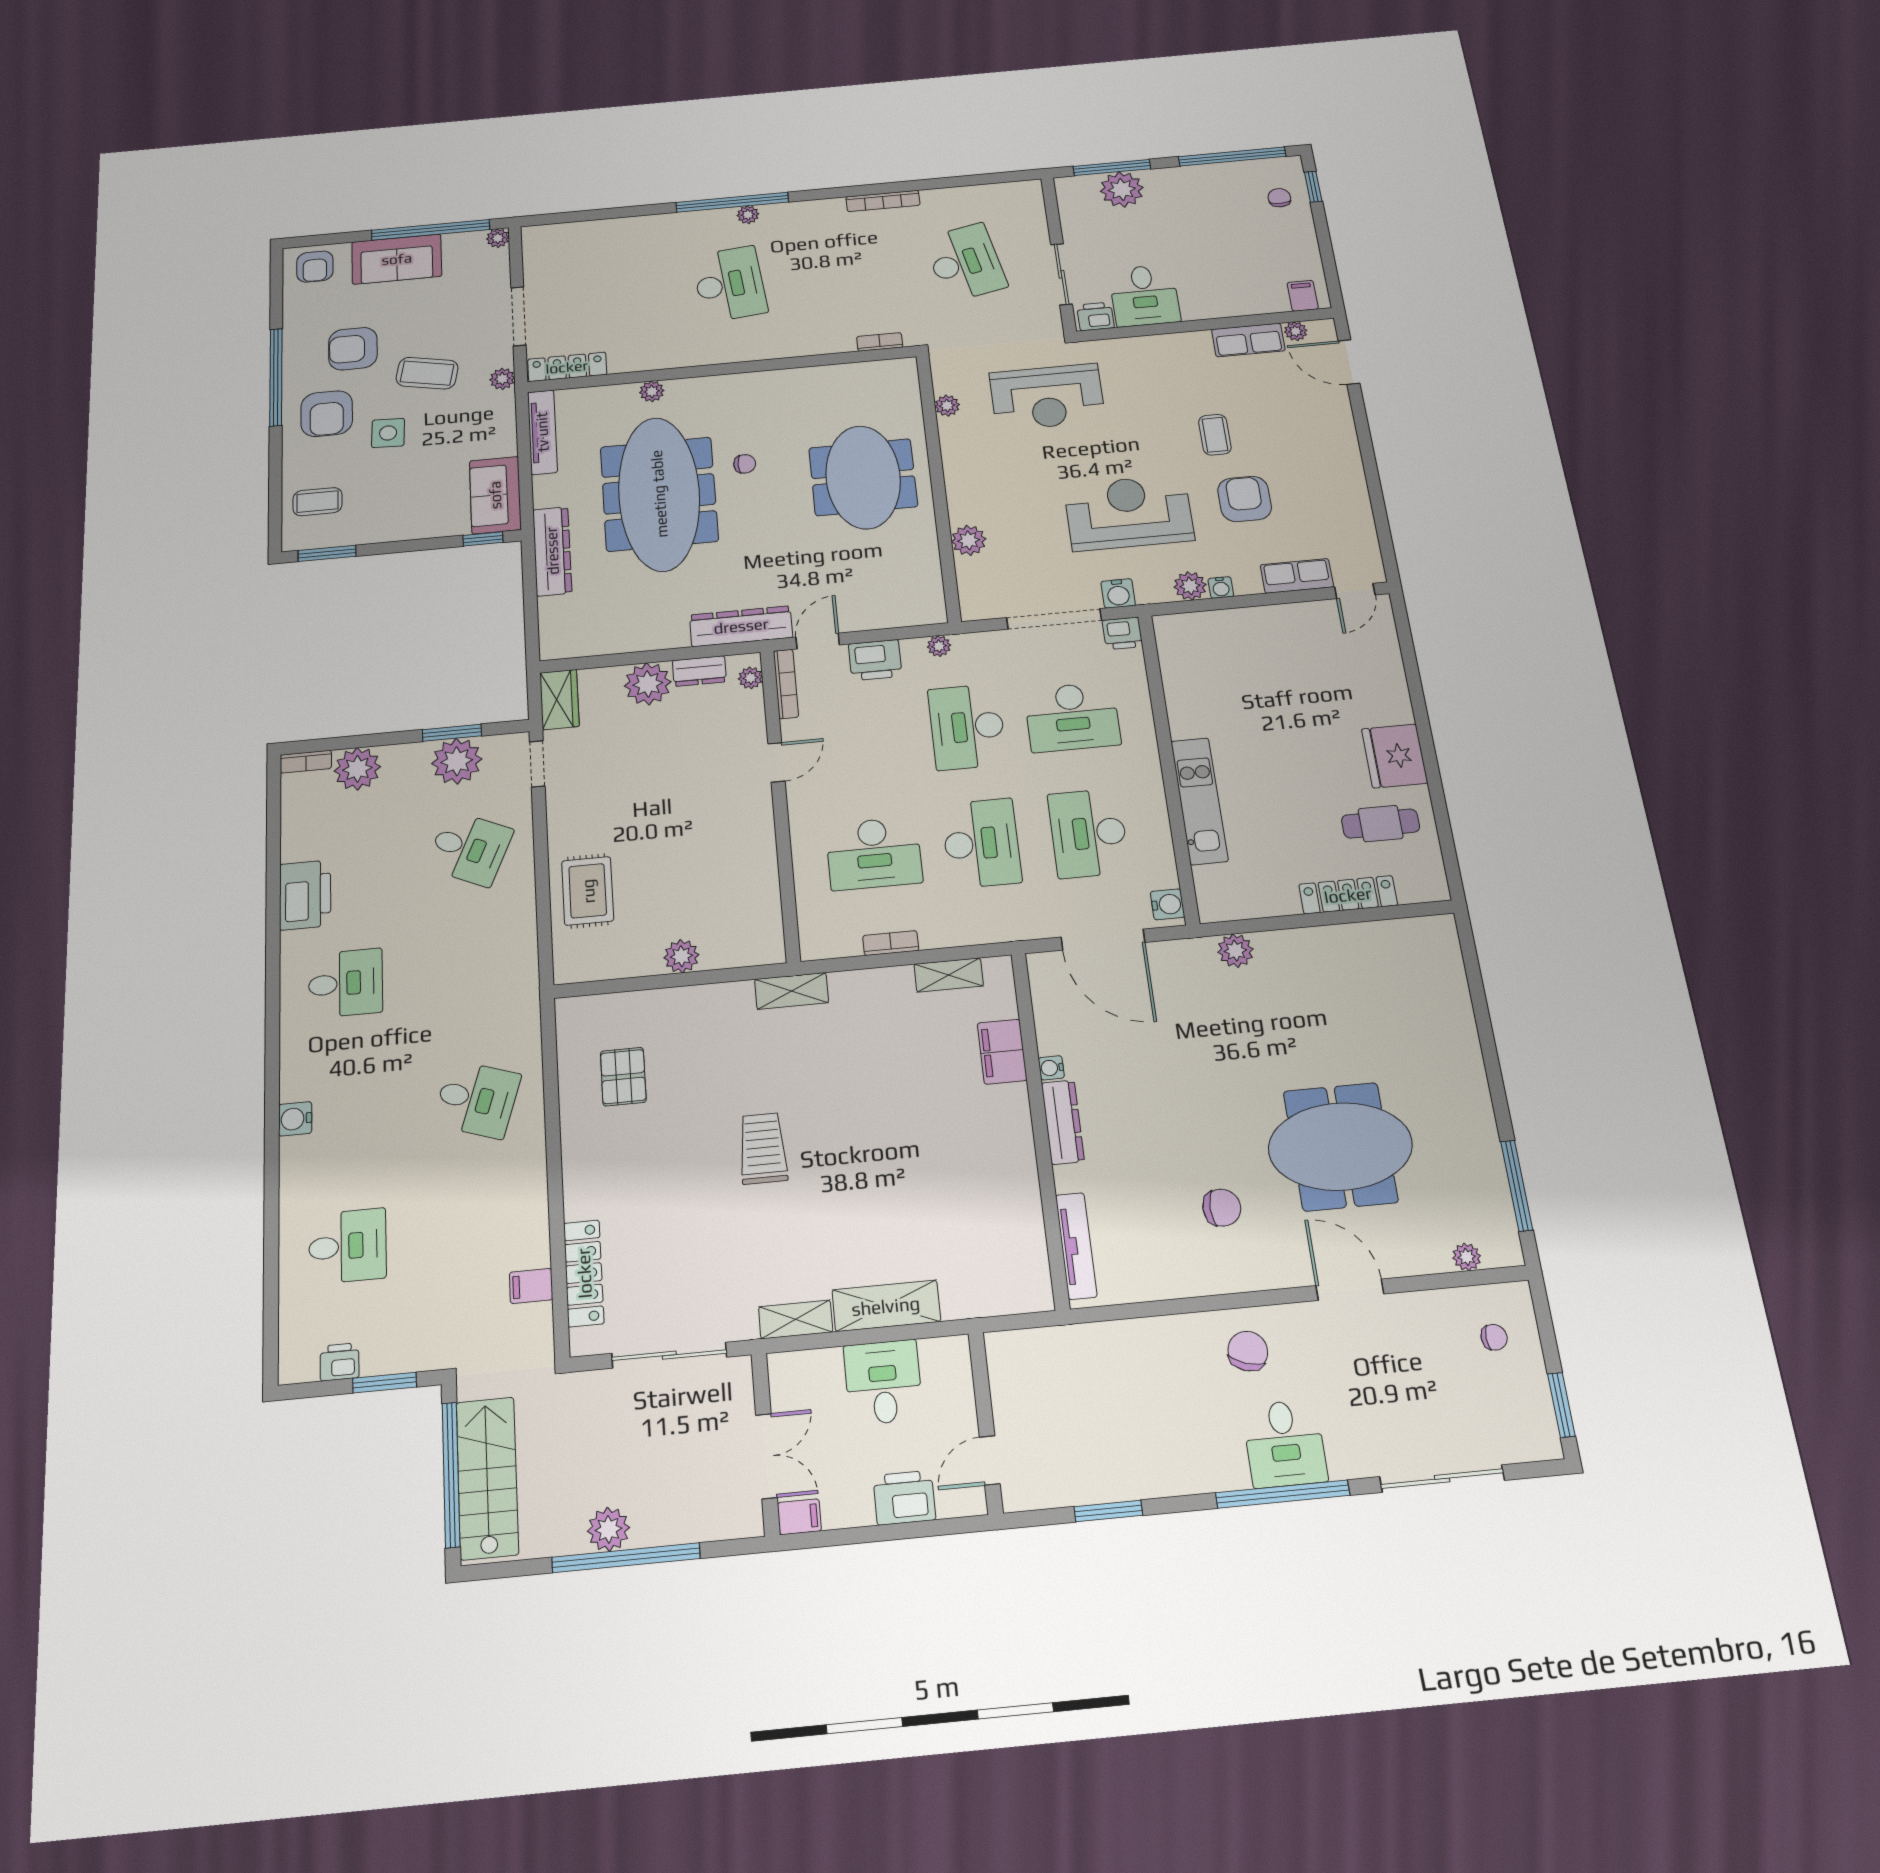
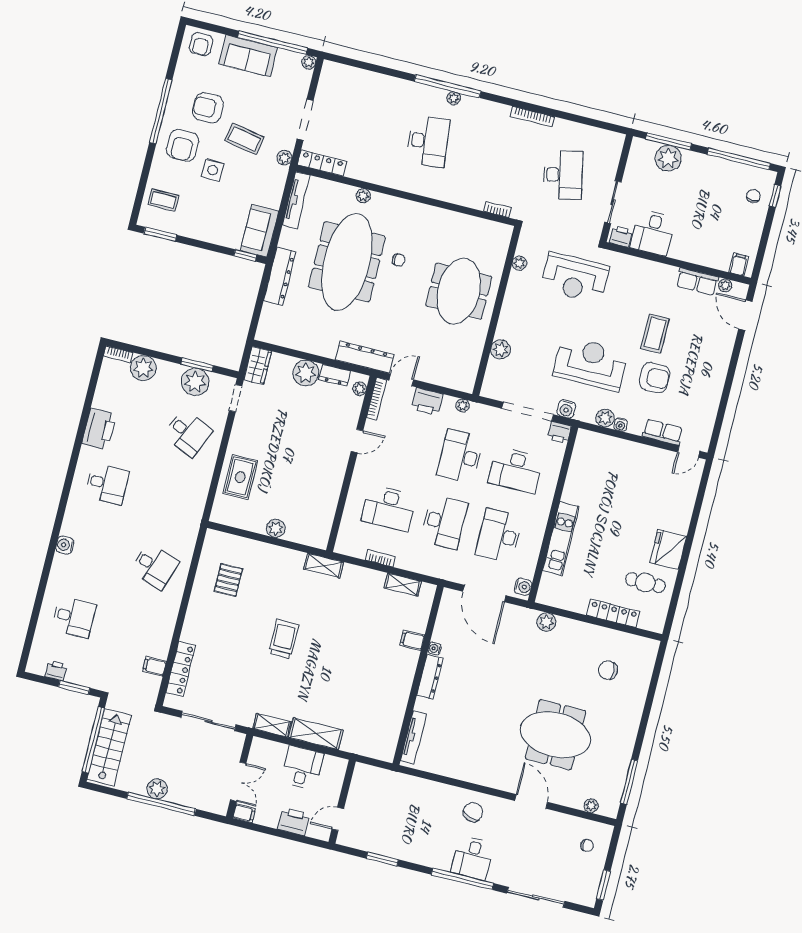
coffee table: (1215, 435) -> (655, 333), width x1.36, depth x1.30
armchair: (1245, 499) -> (655, 378), turned 90
filing cabinet: (1002, 1052) -> (412, 640), width x0.50
chair: (1222, 1208) -> (608, 670), moved, turned 180

